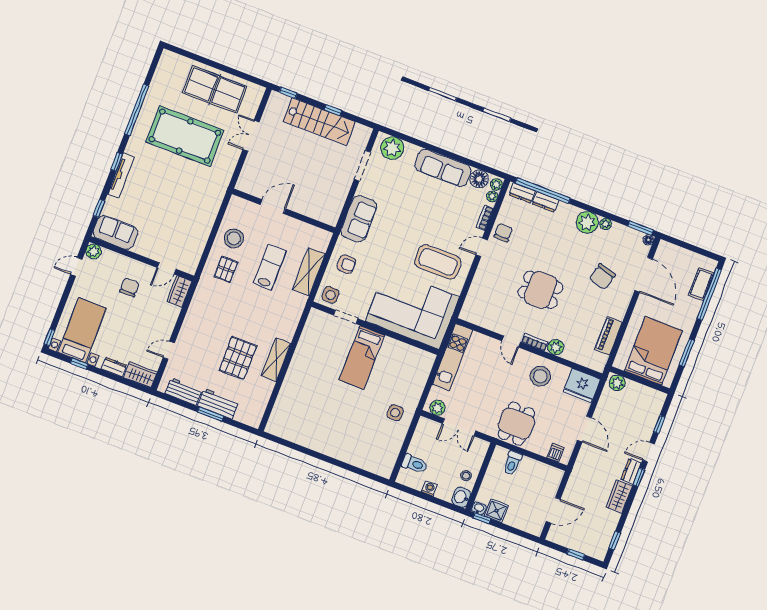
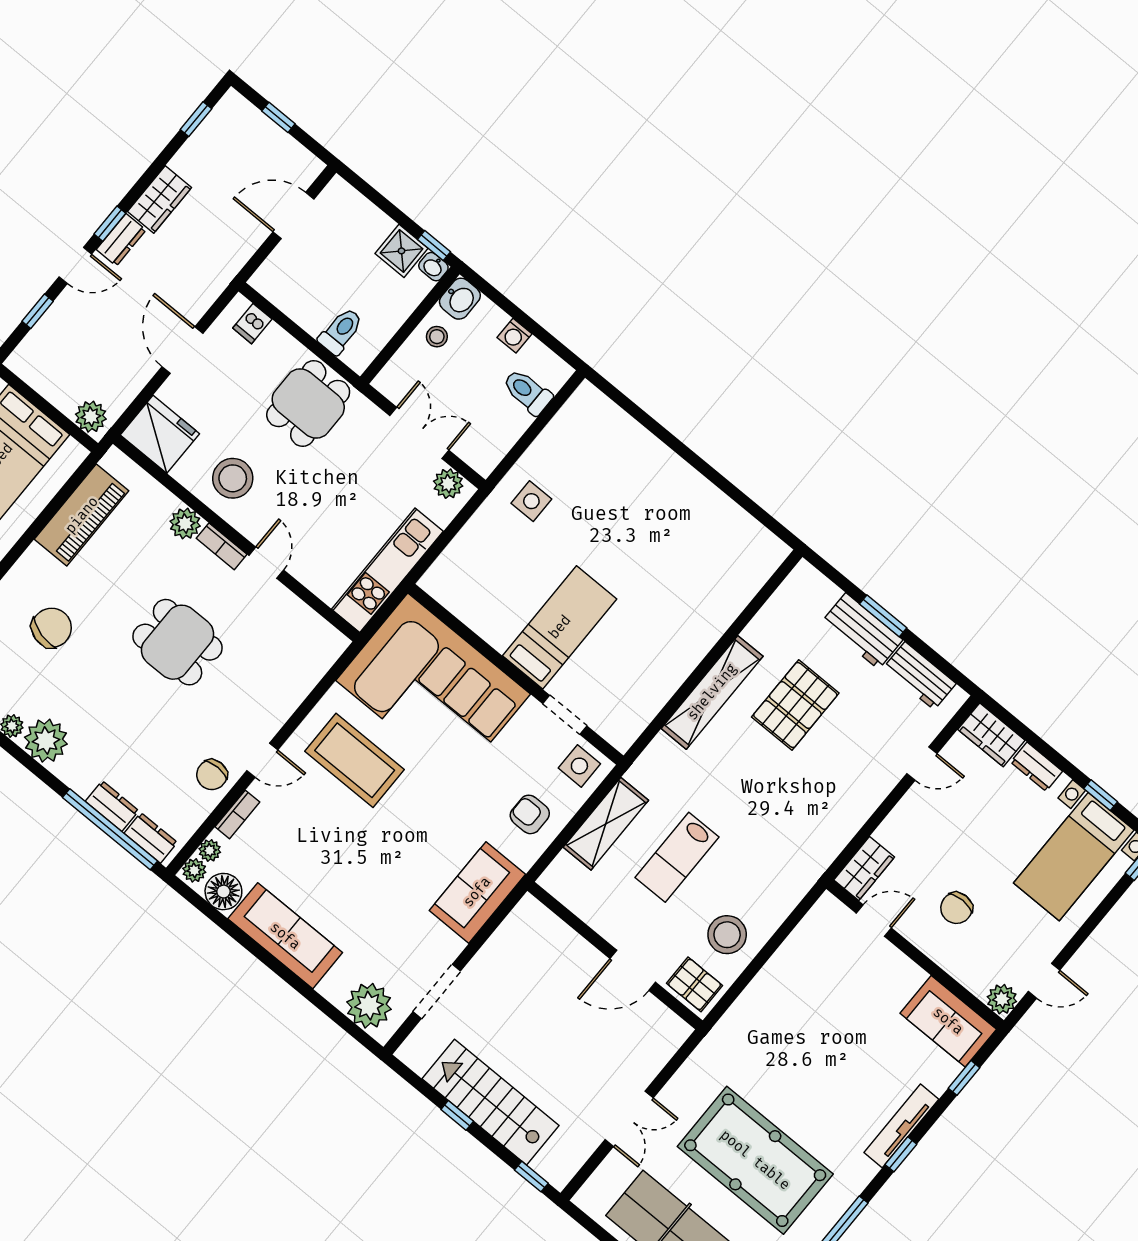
pallet: (226, 269) -> (695, 984), moved, turned 90
piano: (608, 336) -> (82, 515), width x1.37, depth x1.33
shelving: (276, 360) -> (712, 692), width x1.47

